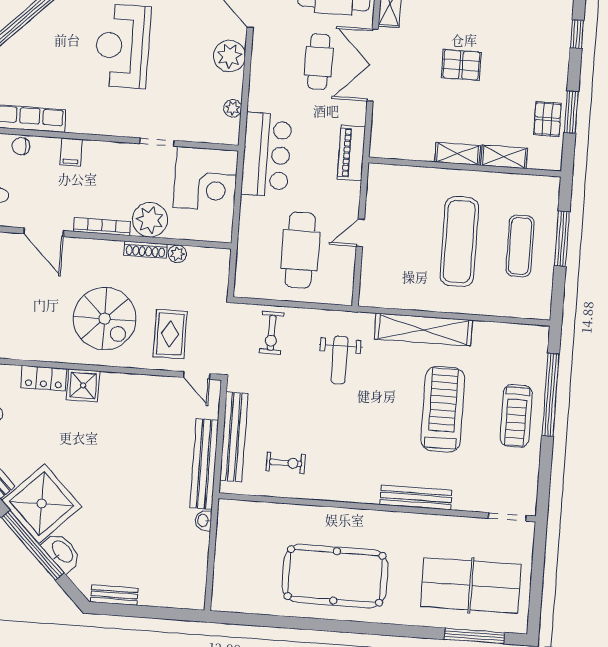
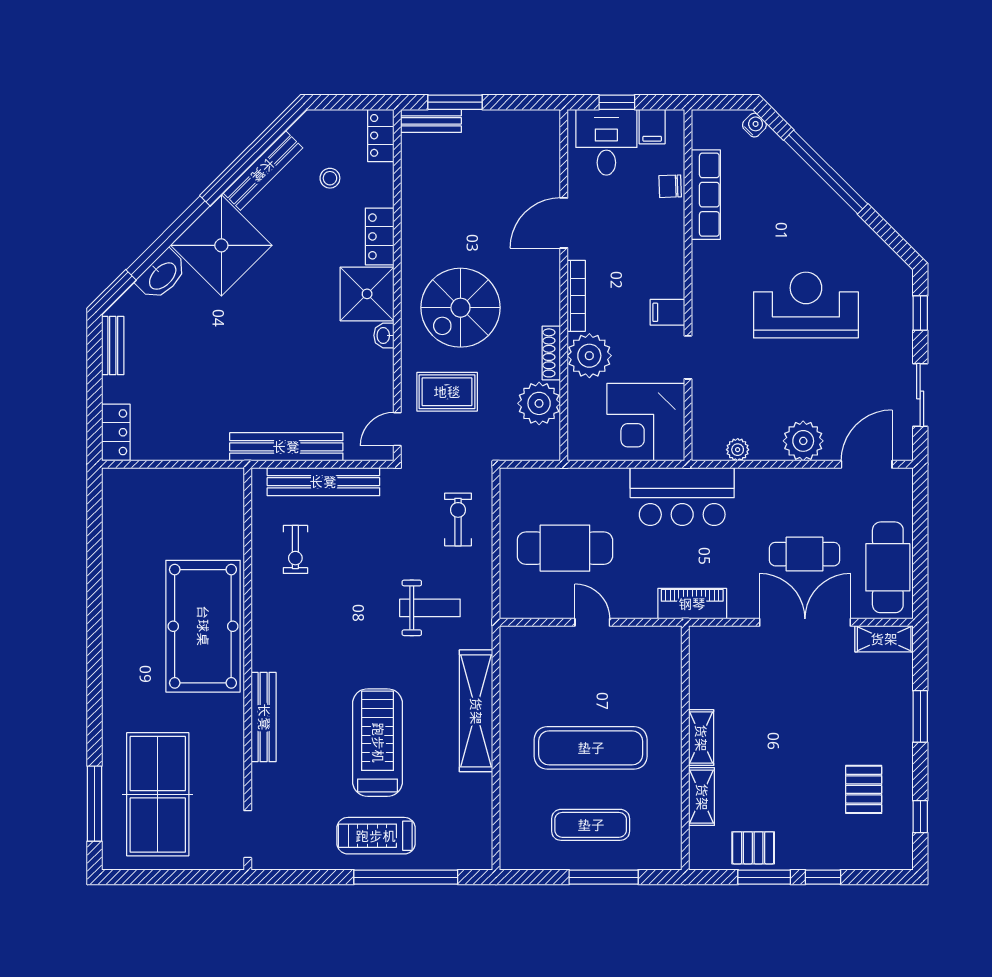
window: (577, 34) -> (823, 877), moved
pallet: (461, 65) -> (864, 789), moved
chair: (21, 146) -> (670, 186), turned -92
filing cabinet: (71, 152) -> (667, 312), moved
plant: (177, 254) -> (539, 403), width x1.88, depth x1.88
exercise bike: (271, 333) -> (458, 519), turned 90
weight bench: (340, 360) -> (430, 608), turned 180
shower: (83, 385) -> (367, 294), width x1.36, depth x1.36
treadmill: (443, 409) -> (378, 743), turned -90
washbasin: (203, 520) -> (384, 335), moved, turned -90
pool table: (335, 576) -> (203, 626), moved
locker: (183, 598) -> (116, 432), added

